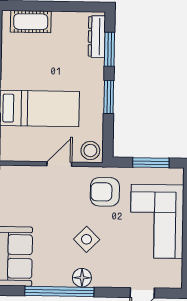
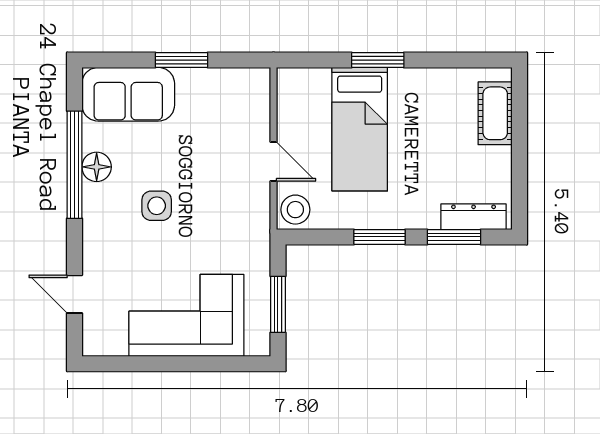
armchair: (105, 192) -> (231, 233), removed
side table: (87, 239) -> (157, 206), turned 45
floor lamp: (82, 278) -> (97, 167), moved

